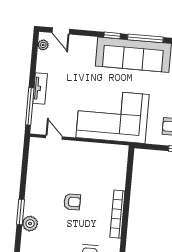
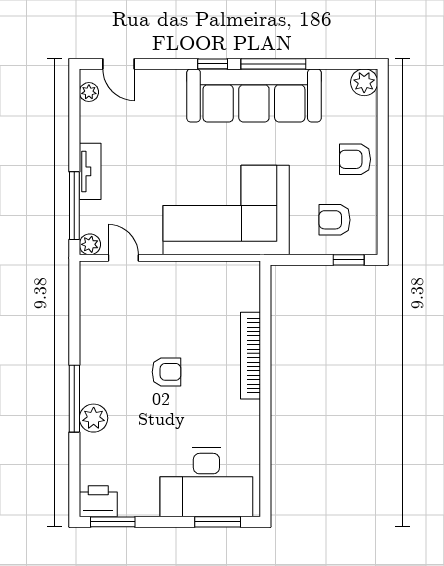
plant: (36, 128) -> (90, 244), added
window: (21, 212) -> (74, 399), width x1.44
bookcase: (117, 214) -> (251, 356), moved

